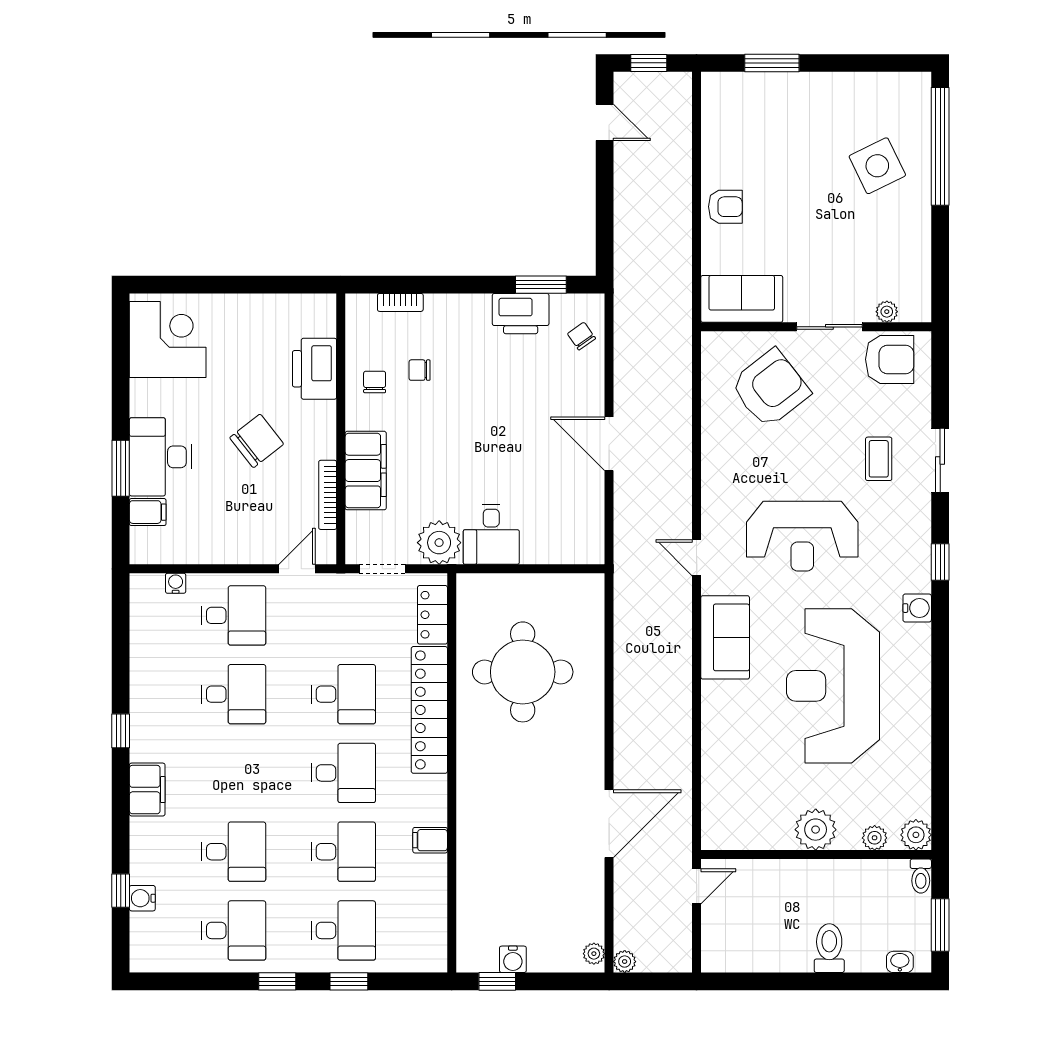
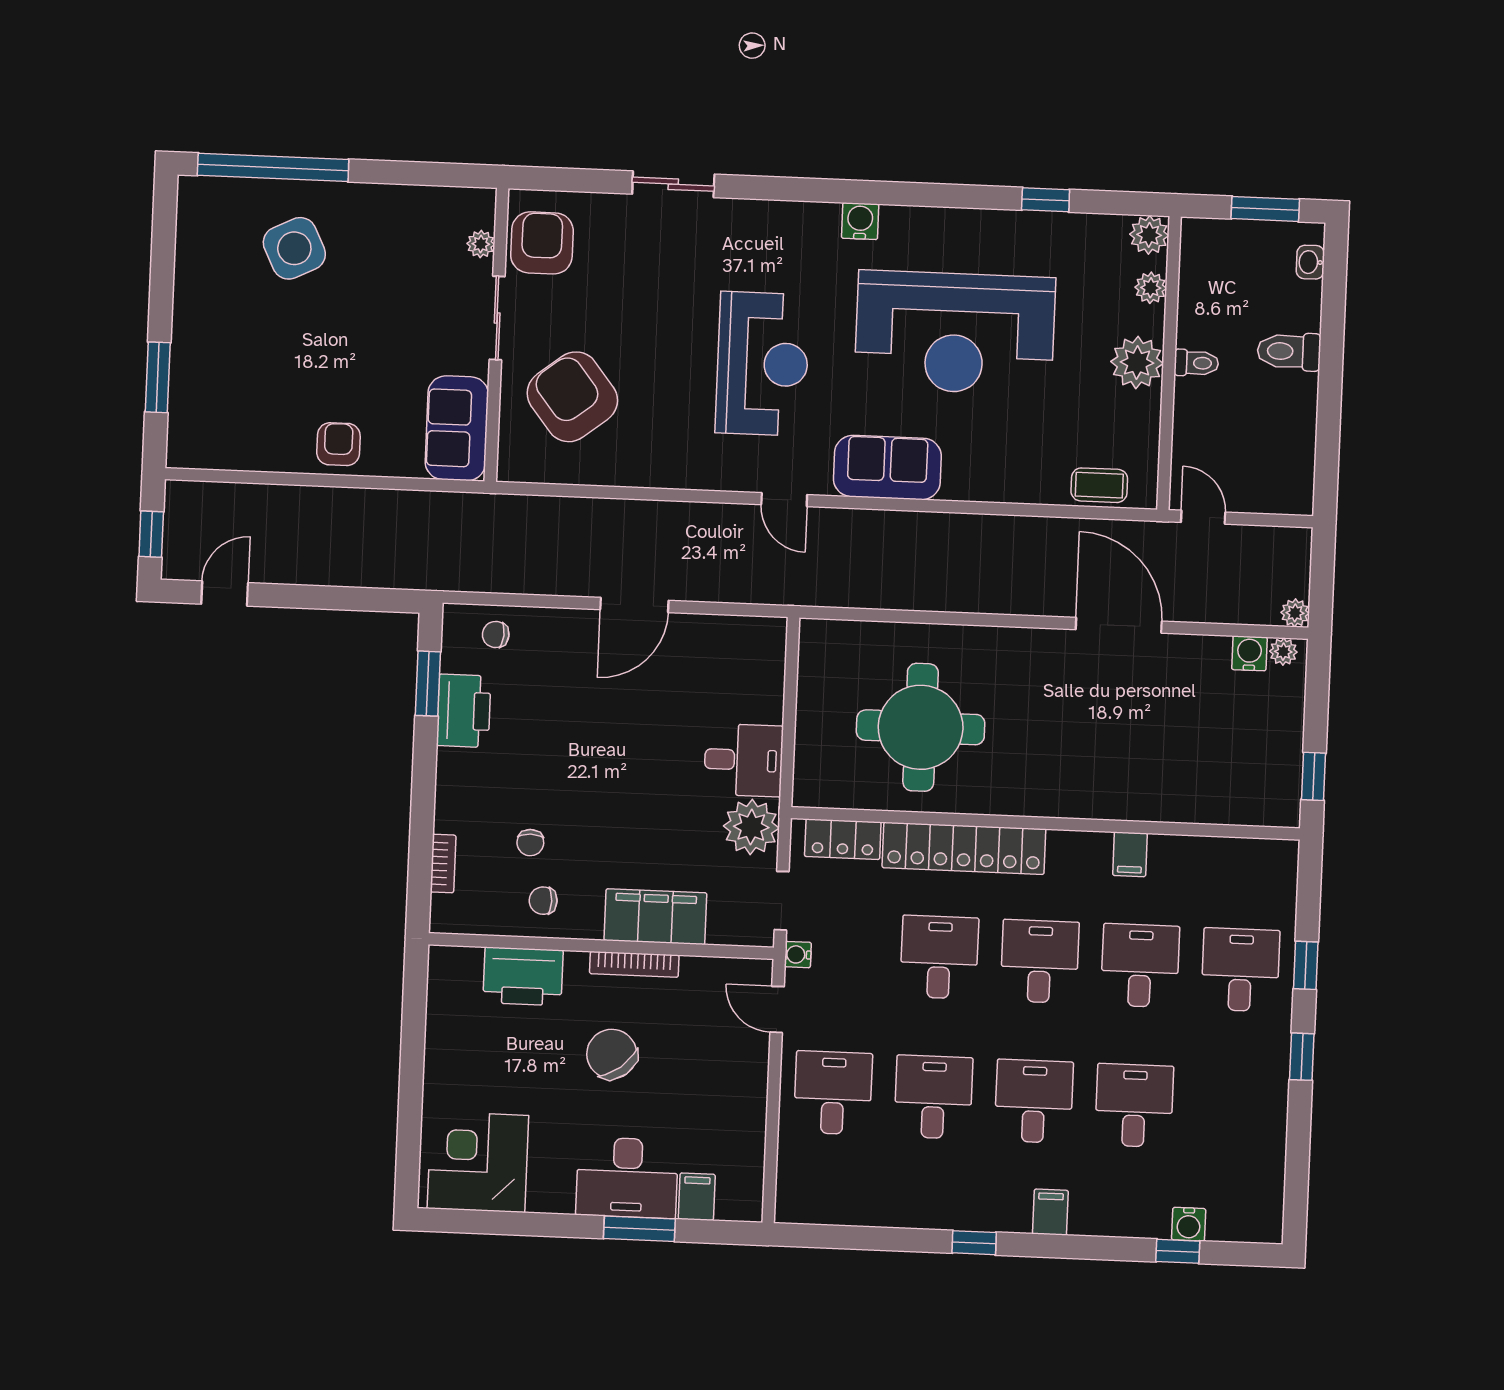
chair: (581, 336) -> (496, 634), turned 40
coffee table: (879, 459) -> (1099, 485), moved
bookcase: (328, 495) -> (634, 964), moved
door: (697, 558) -> (784, 500), hinge flipped
window: (940, 562) -> (1046, 200), moved
water cooler: (176, 583) -> (798, 955), moved
filing cabinet: (147, 790) -> (1050, 1212), width x0.50
toilet: (921, 876) -> (1196, 363), moved
desk: (234, 930) -> (1034, 1101), moved
water cooler: (513, 959) -> (1249, 653), moved, turned -90

